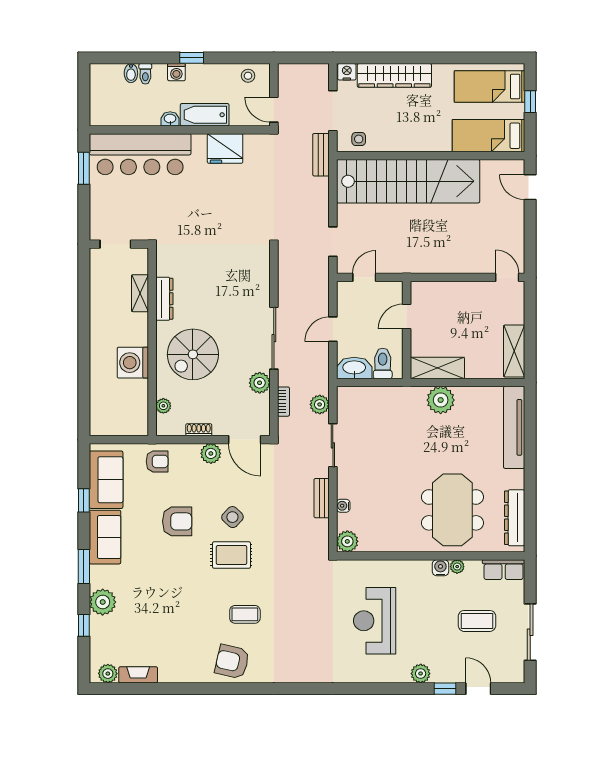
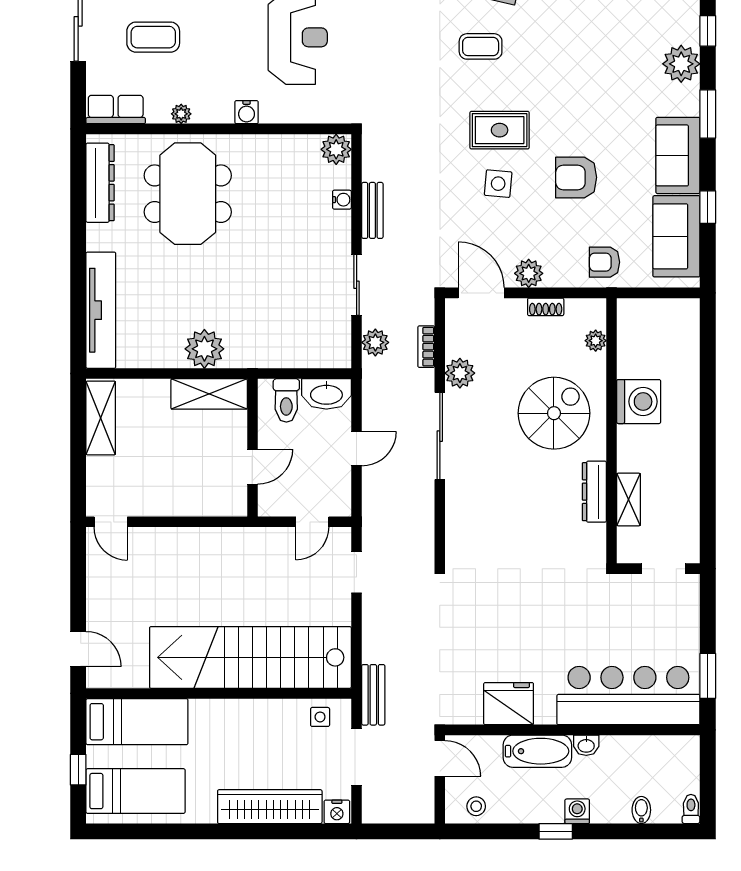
toilet: (145, 74) -> (691, 809), moved
side table: (232, 517) -> (498, 184), turned -38
water cooler: (440, 568) -> (247, 112), moved

